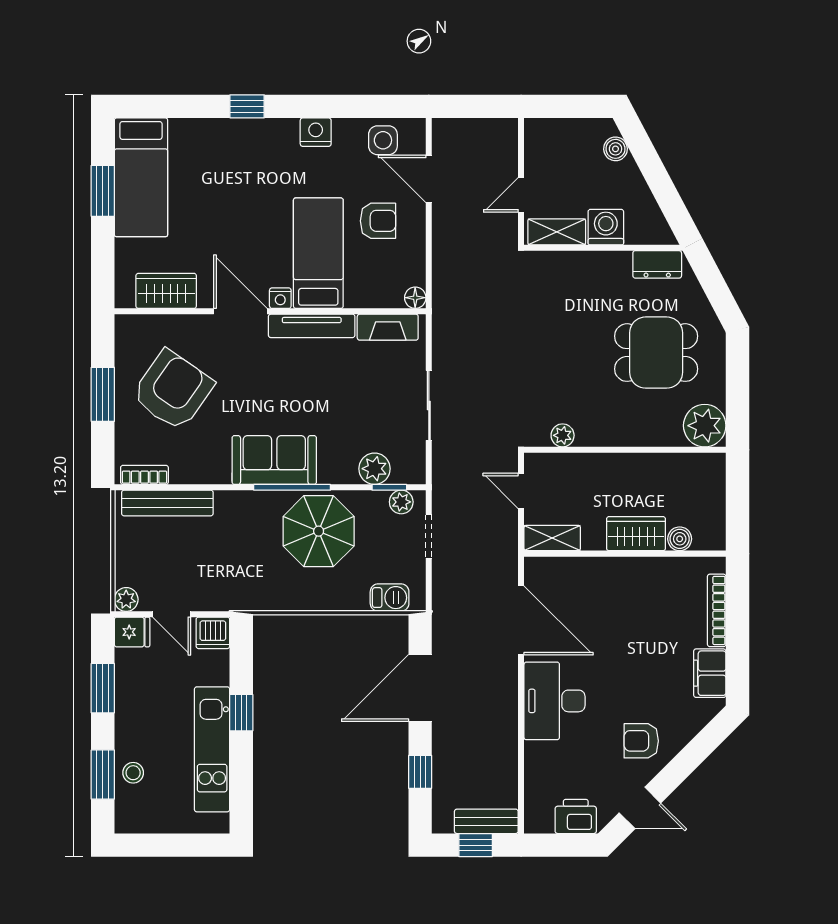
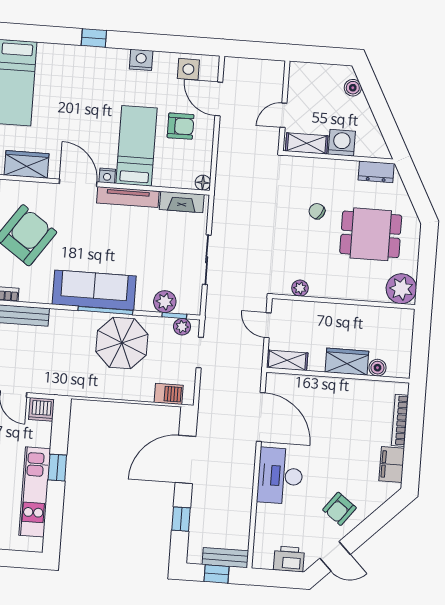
chair: (578, 326) -> (317, 211), added
sofa: (274, 460) -> (94, 290), width x1.36
armchair: (641, 741) -> (339, 509), turned -53

